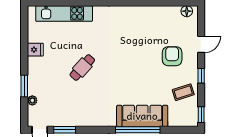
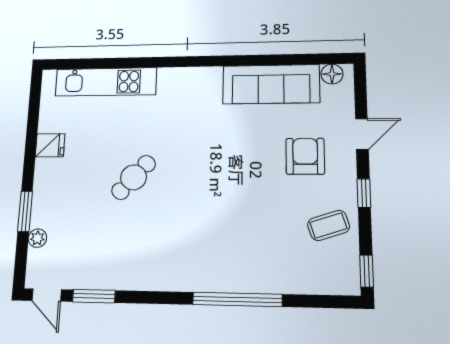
sofa: (142, 116) -> (271, 84), moved, turned 180

